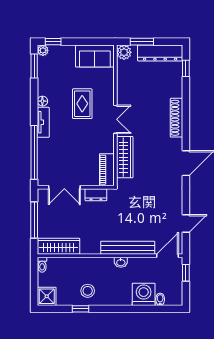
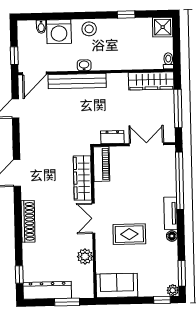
plant: (124, 52) -> (85, 256), moved
rug: (82, 104) -> (129, 234), turned 90
stool: (88, 291) -> (89, 29), moved

